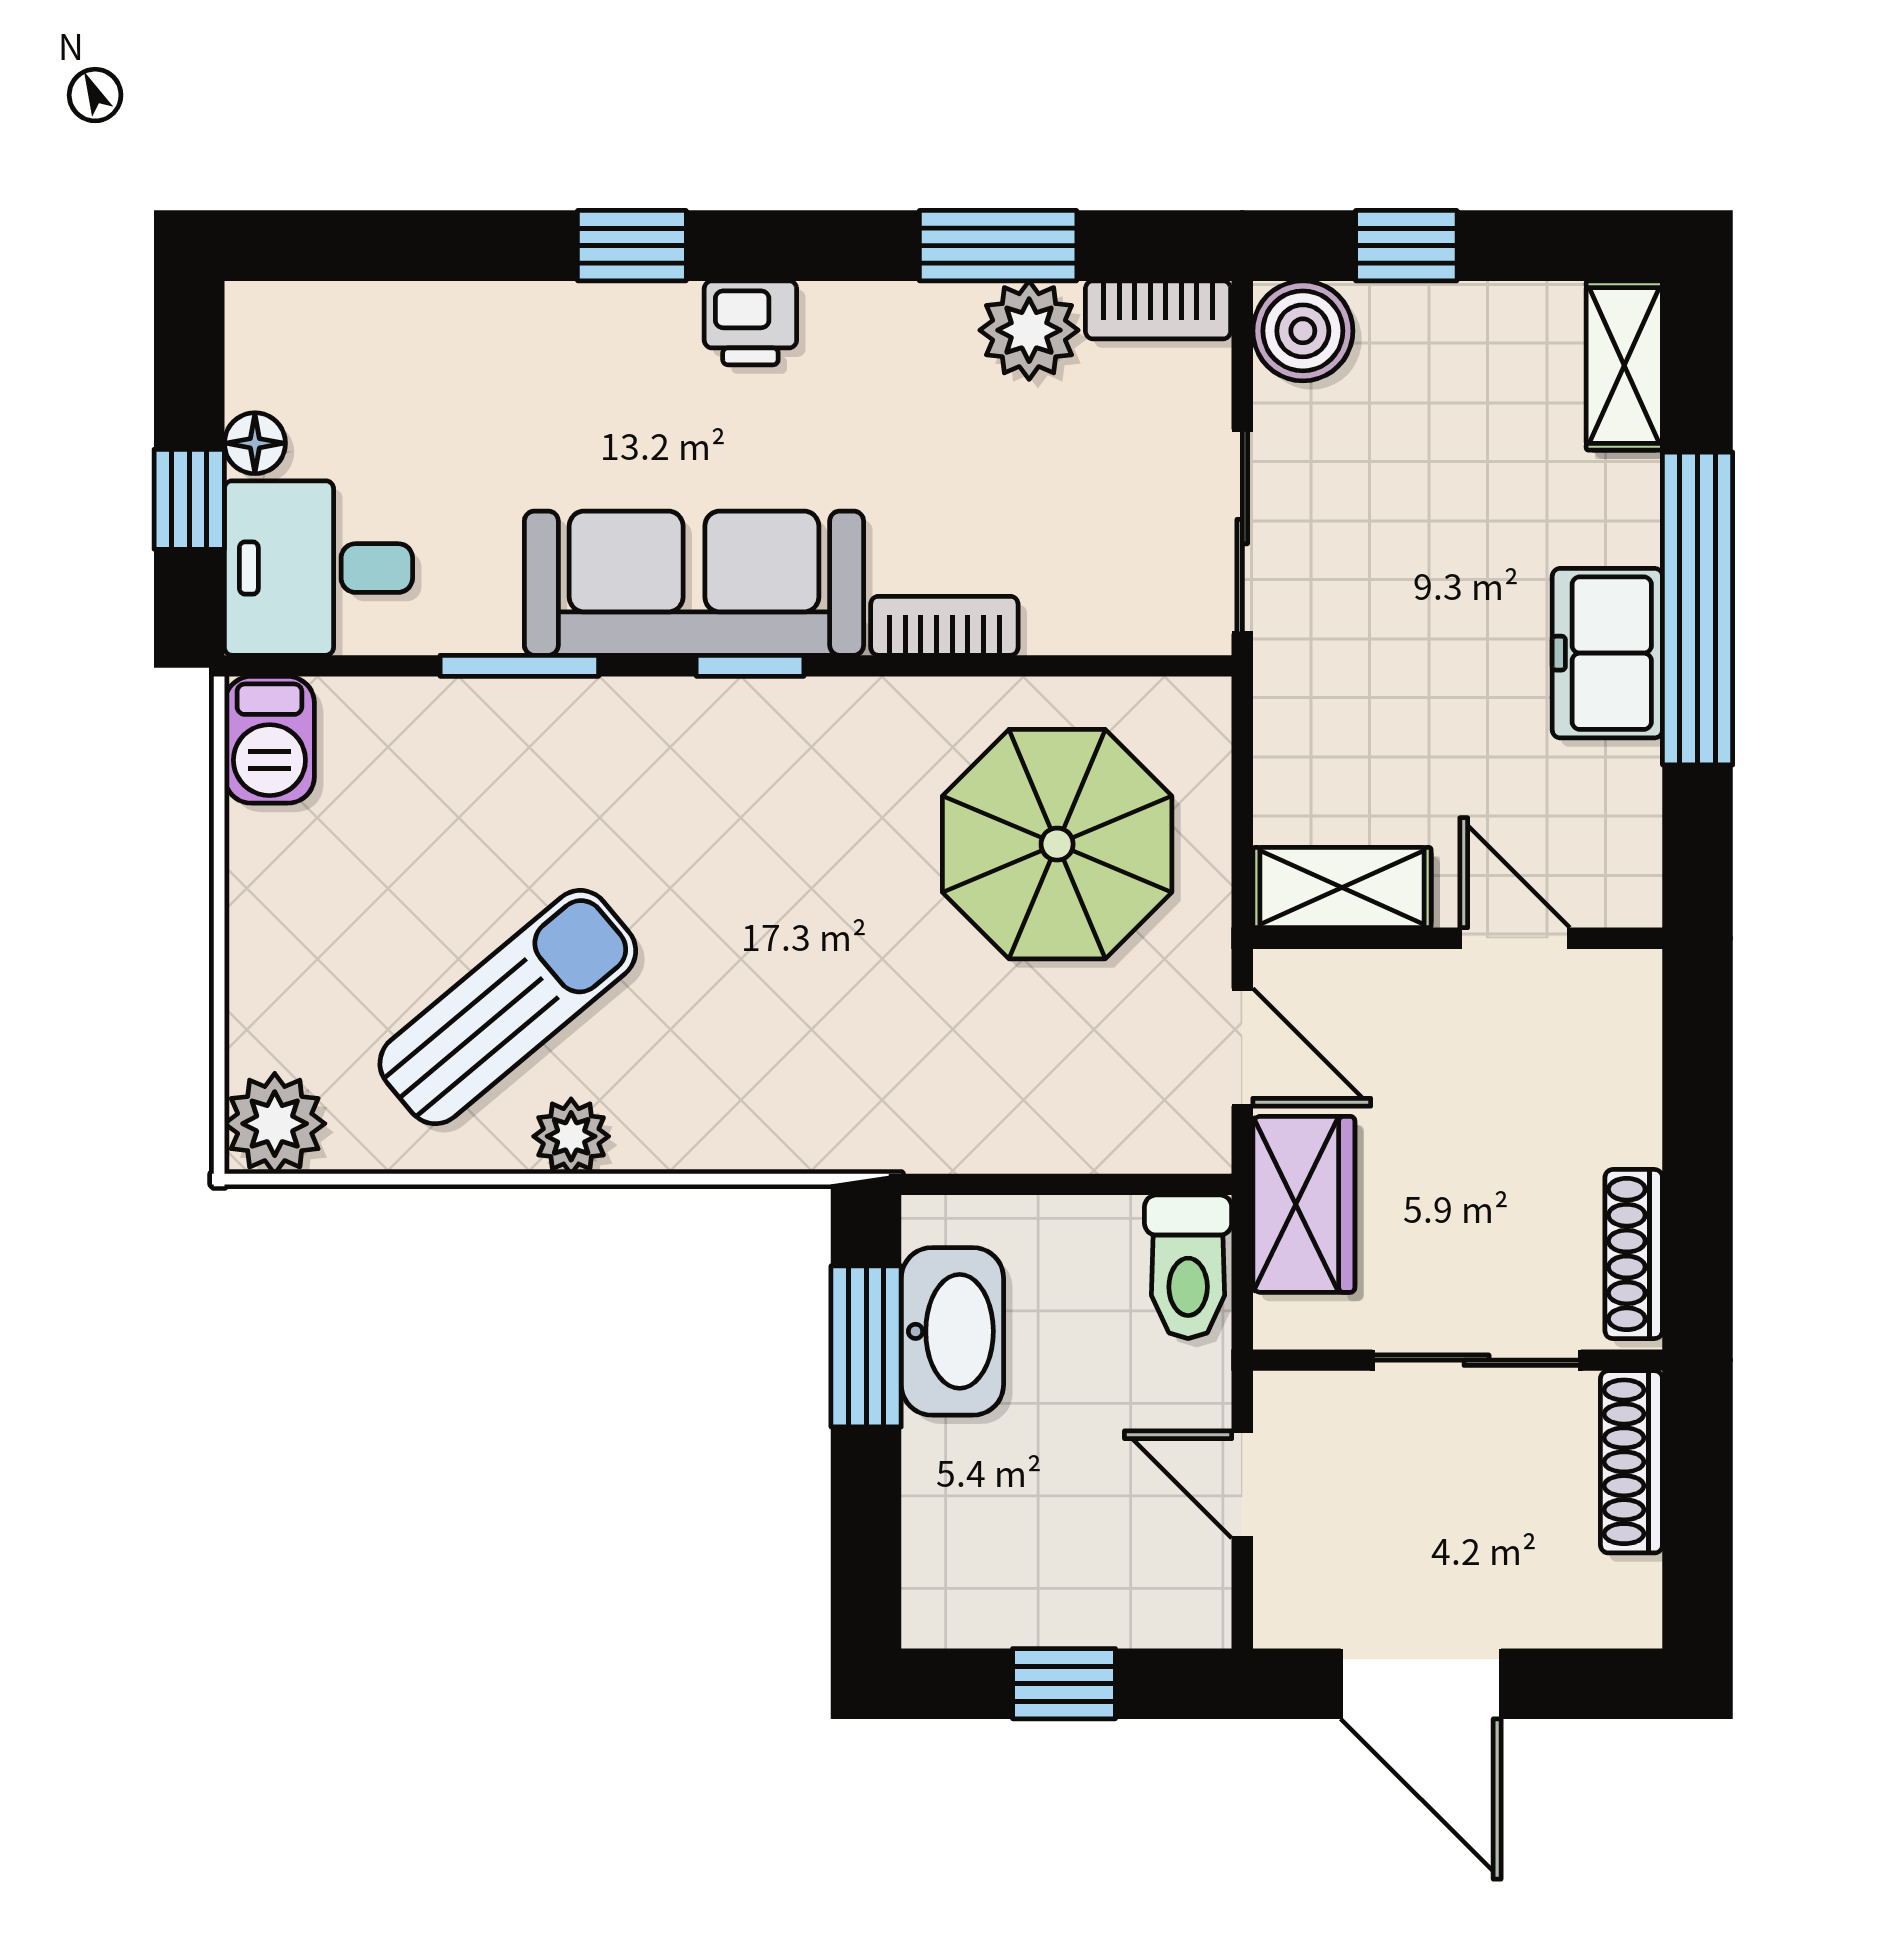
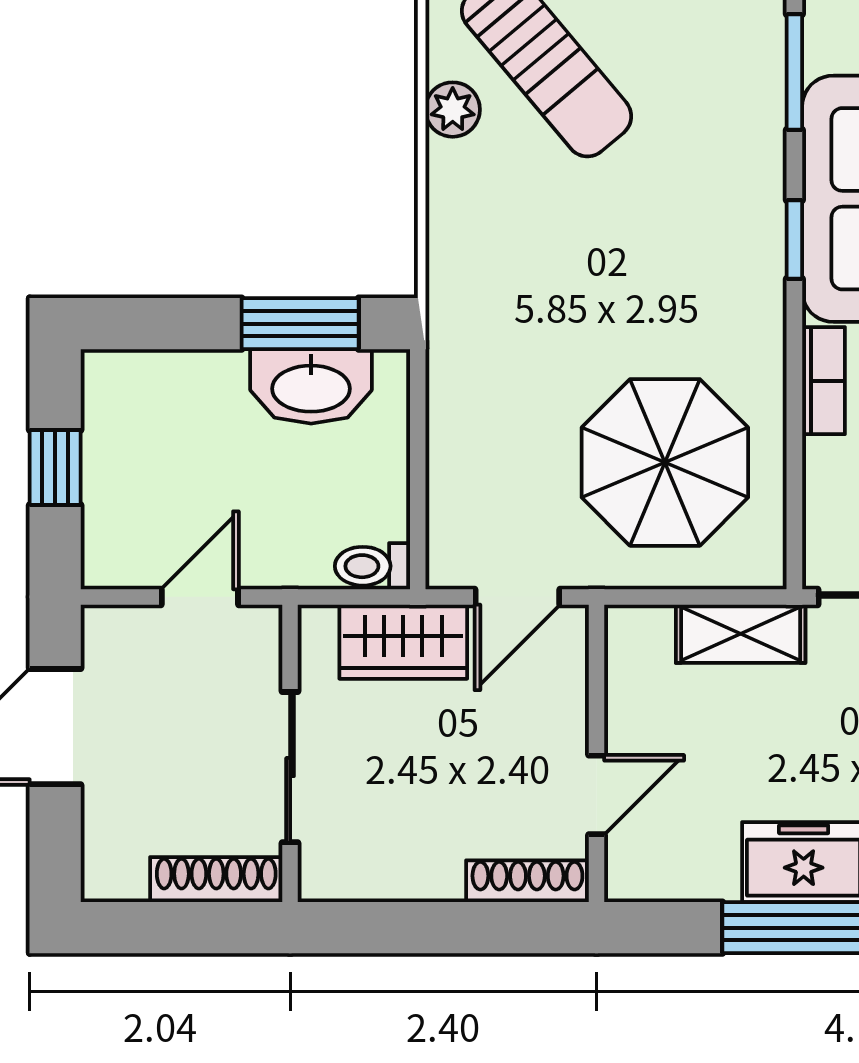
shelving: (1342, 888) -> (741, 634), moved, turned 90
shoe rack: (1634, 1254) -> (527, 881), moved
toilet: (1188, 1267) -> (372, 566), width x0.73, depth x0.72

